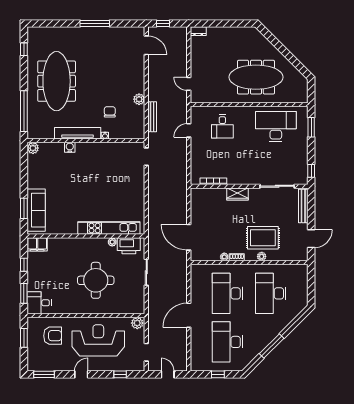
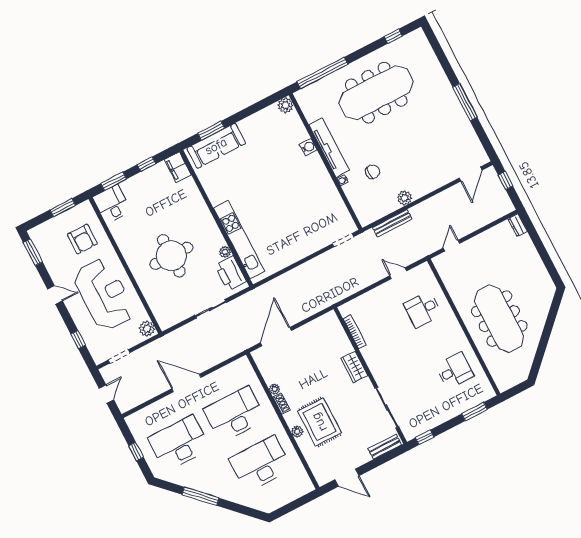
desk: (276, 126) -> (455, 371), width x0.53, depth x0.77
bench: (303, 206) -> (385, 447), width x0.73

